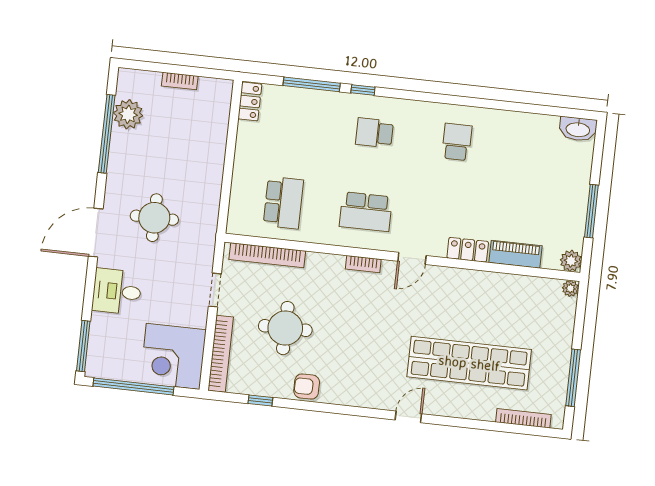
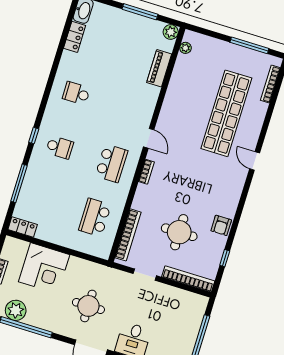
window: (363, 90) -> (34, 136), moved
school desk: (374, 133) -> (60, 147), turned -90
school desk: (283, 203) -> (95, 217), turned -90
locker: (468, 250) -> (75, 37), moved, turned 180
plant: (570, 288) -> (185, 48), moved
corner desk: (173, 356) -> (44, 268), moved

